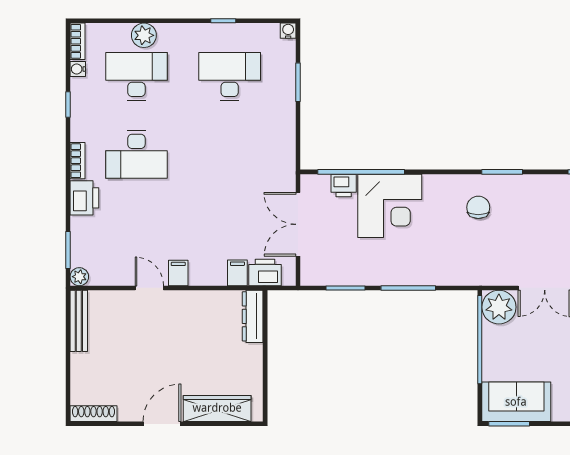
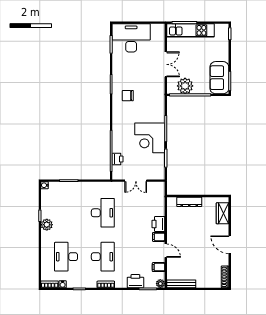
plant: (144, 35) -> (47, 225), moved
desk: (230, 76) -> (103, 213), moved, turned 180
printer: (84, 198) -> (135, 281), moved
corner desk: (390, 206) -> (150, 138), moved, turned 180
double door: (298, 224) -> (136, 181), width x0.73
printer: (265, 272) -> (158, 224), moved
filing cabinet: (237, 273) -> (159, 267), moved
door: (149, 288) -> (166, 251), swing flipped
plant: (499, 307) -> (185, 86), moved
dresser: (253, 316) -> (189, 202), moved
wardrobe: (217, 408) -> (223, 213), width x0.67

